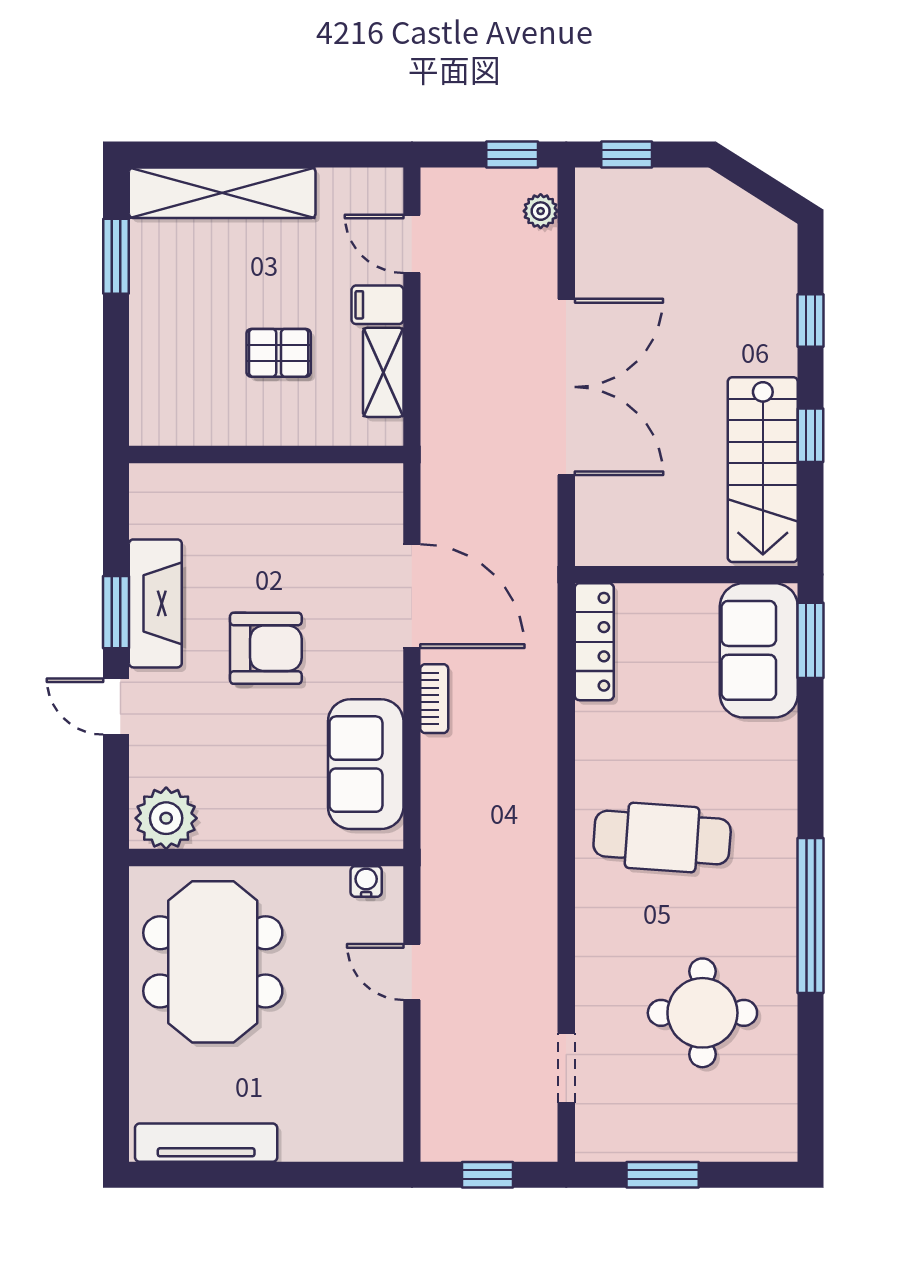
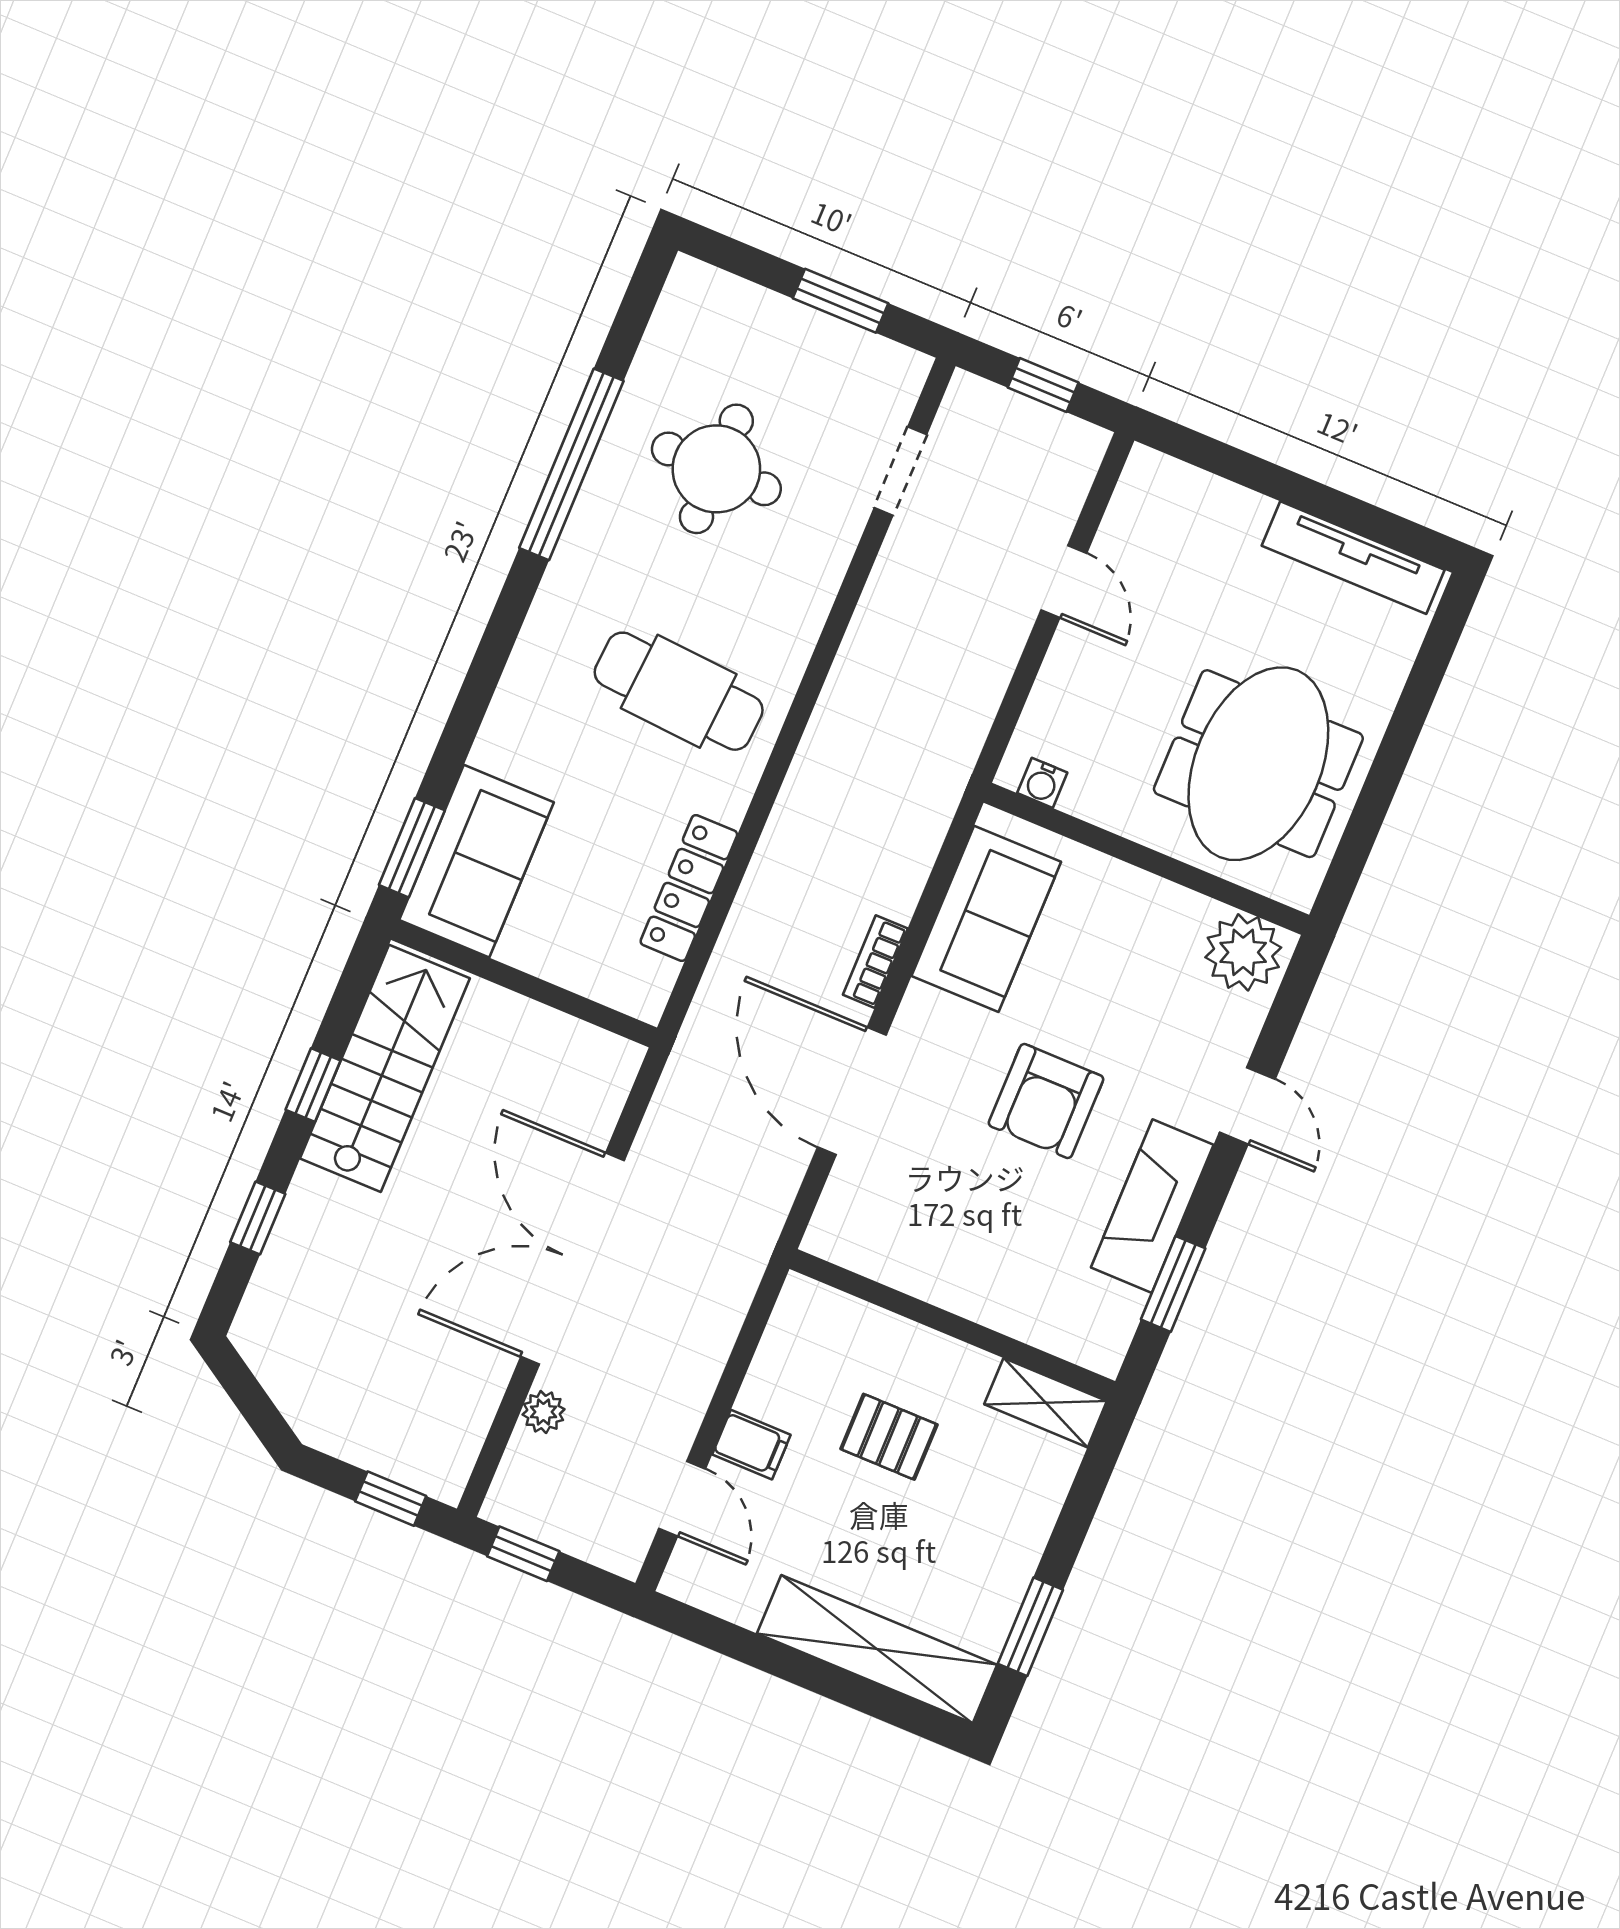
plant: (541, 211) -> (543, 1412), moved
shelving: (383, 372) -> (1046, 1403), moved, turned 90
window: (116, 612) -> (1173, 1284), moved
locker: (594, 642) -> (689, 888), moved
armchair: (266, 648) -> (1046, 1101), turned -90
window: (811, 916) -> (571, 464), moved
door: (412, 972) -> (1064, 582), moved

